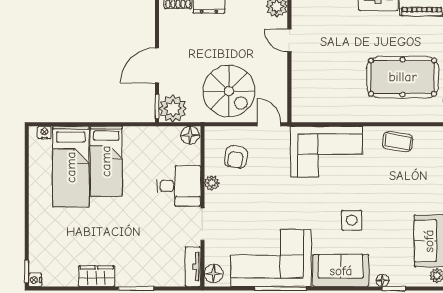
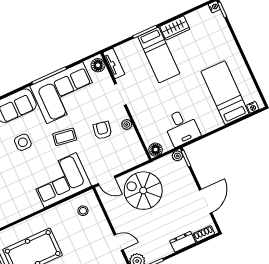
door: (157, 65) -> (206, 201), moved
stool: (316, 100) -> (83, 211), added
plant: (173, 108) -> (177, 156), width x0.53, depth x0.53
coffee table: (398, 142) -> (65, 137), moved
armchair: (236, 157) -> (103, 130), moved
bed: (106, 161) -> (159, 55), moved, turned 180
desk: (179, 186) -> (182, 127), moved, turned -90

